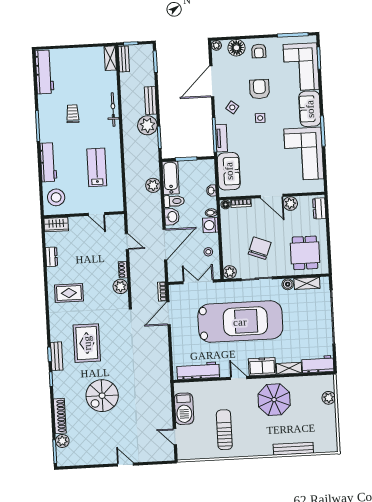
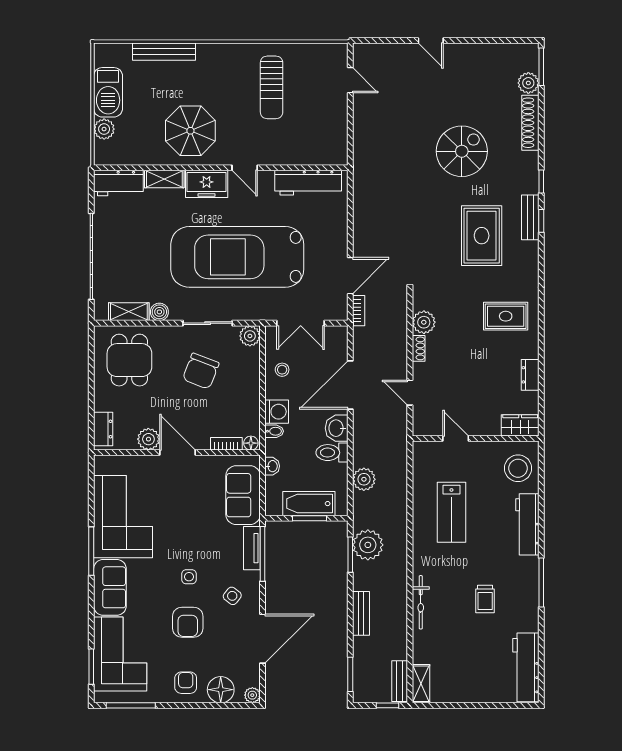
plant: (147, 125) -> (368, 545), moved
bathtub: (171, 178) -> (309, 504), moved, turned 90
barbecue: (184, 409) -> (108, 92), moved, turned 180

